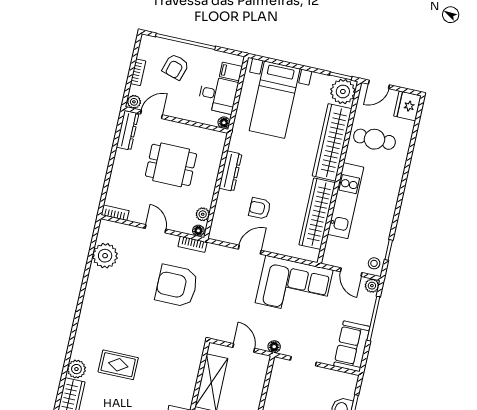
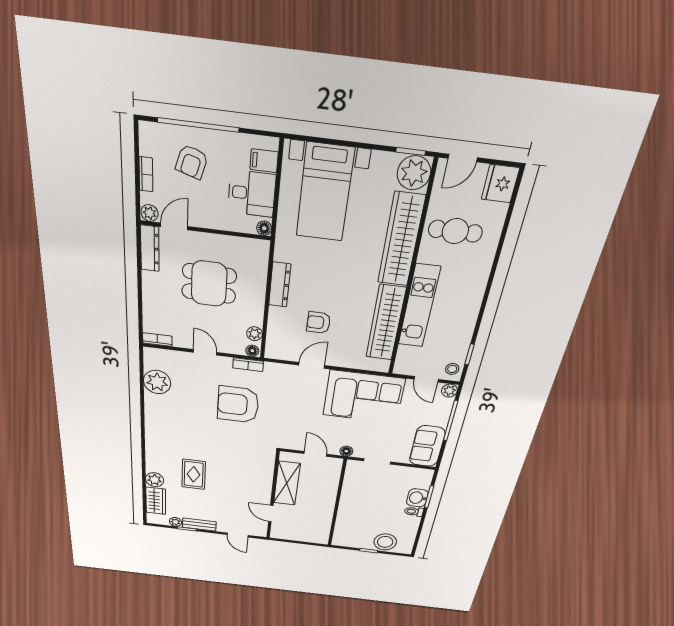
rug: (118, 365) -> (194, 474), turned 90

